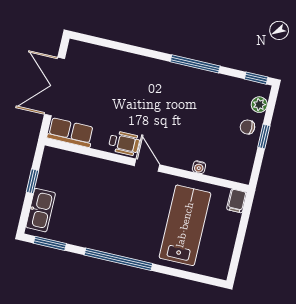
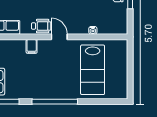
filing cabinet: (237, 201) -> (32, 46), moved
lab bench: (185, 225) -> (93, 70), turned 180

